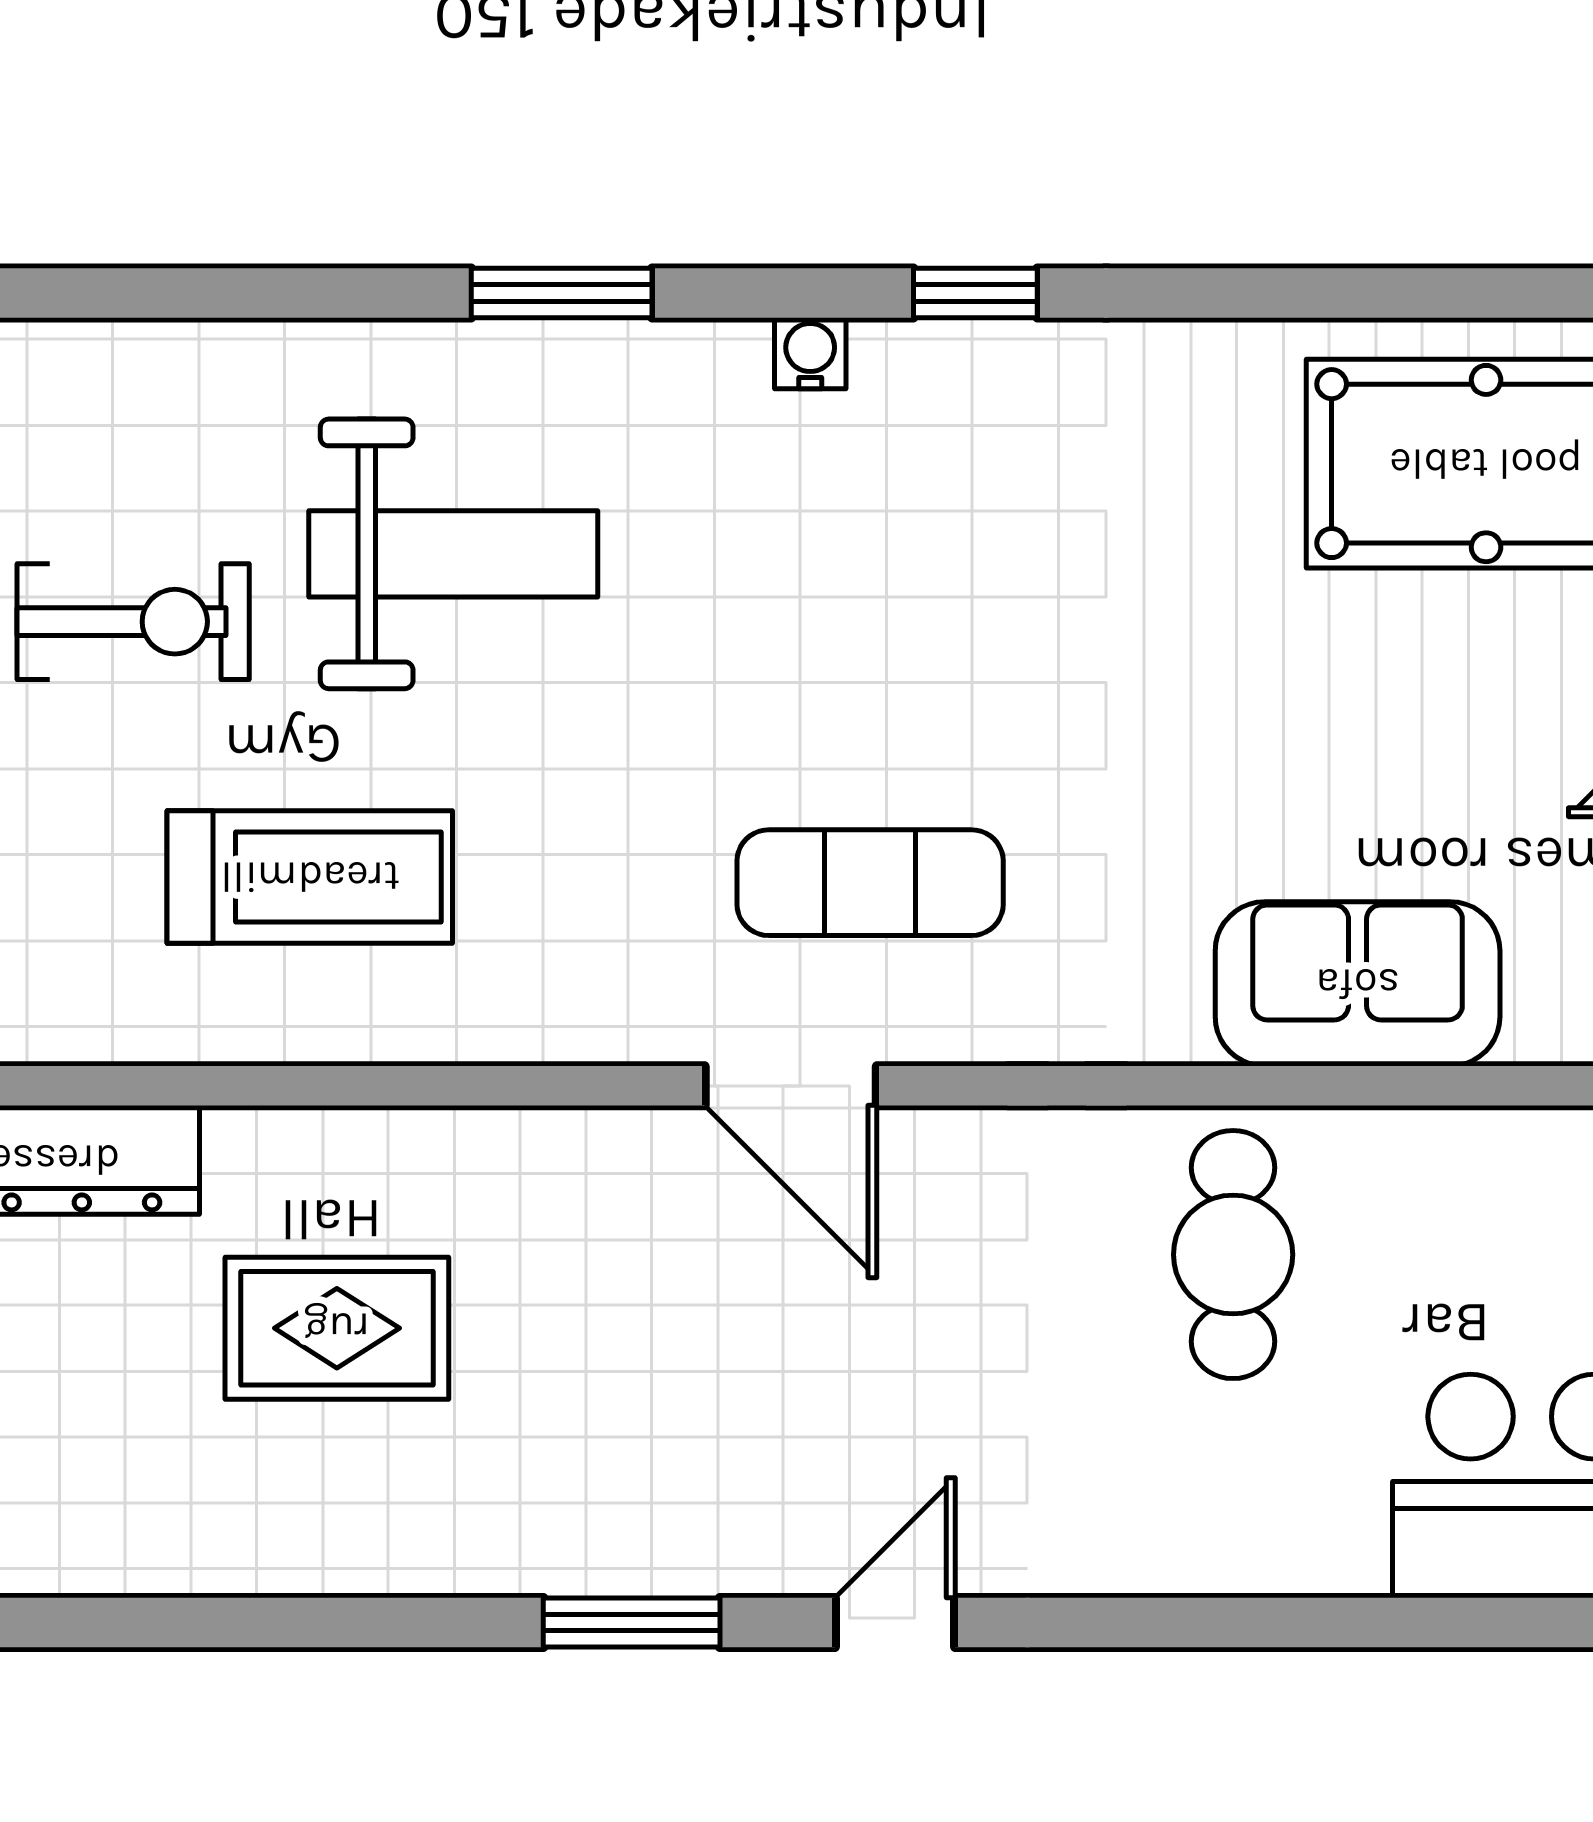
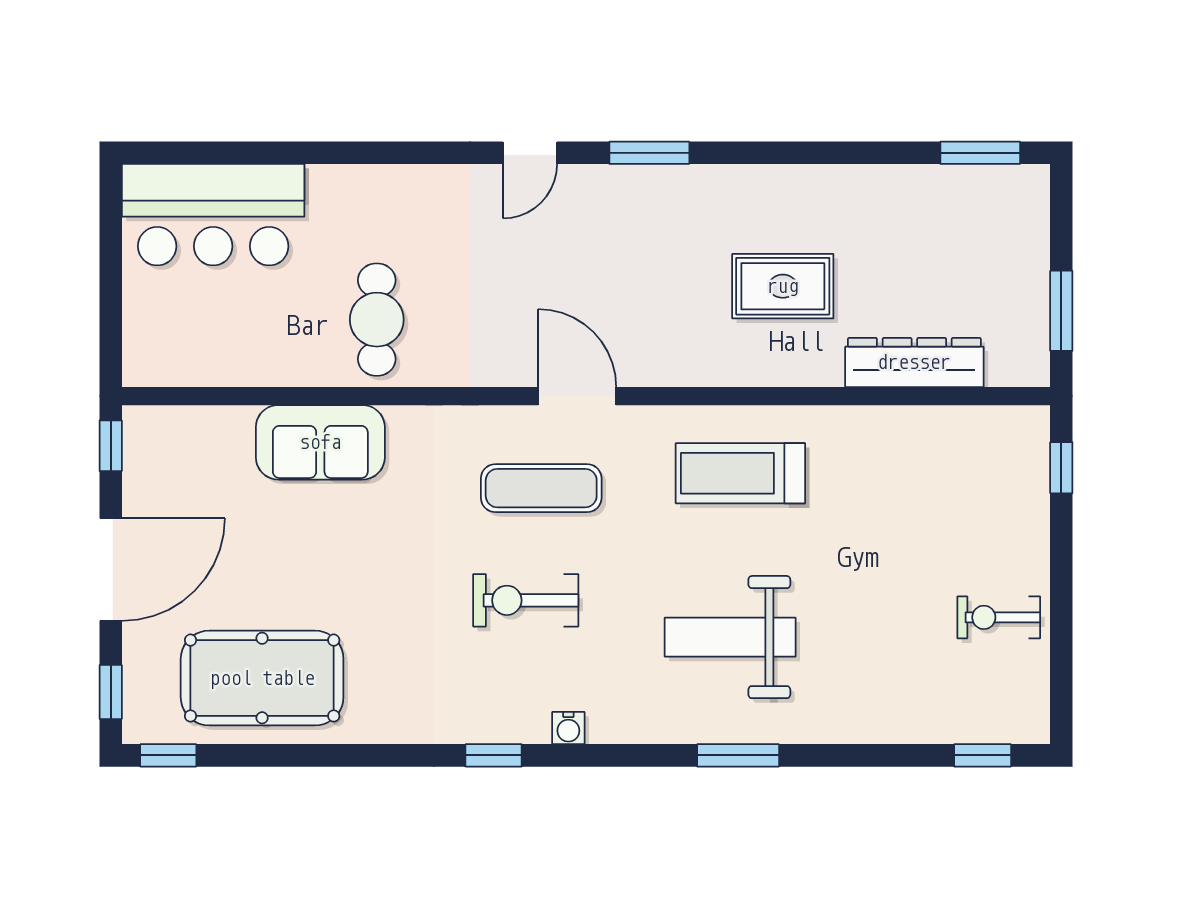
window: (562, 293) -> (738, 755), moved
exercise bike: (133, 622) -> (526, 600), moved
treadmill: (310, 877) -> (740, 473), moved

